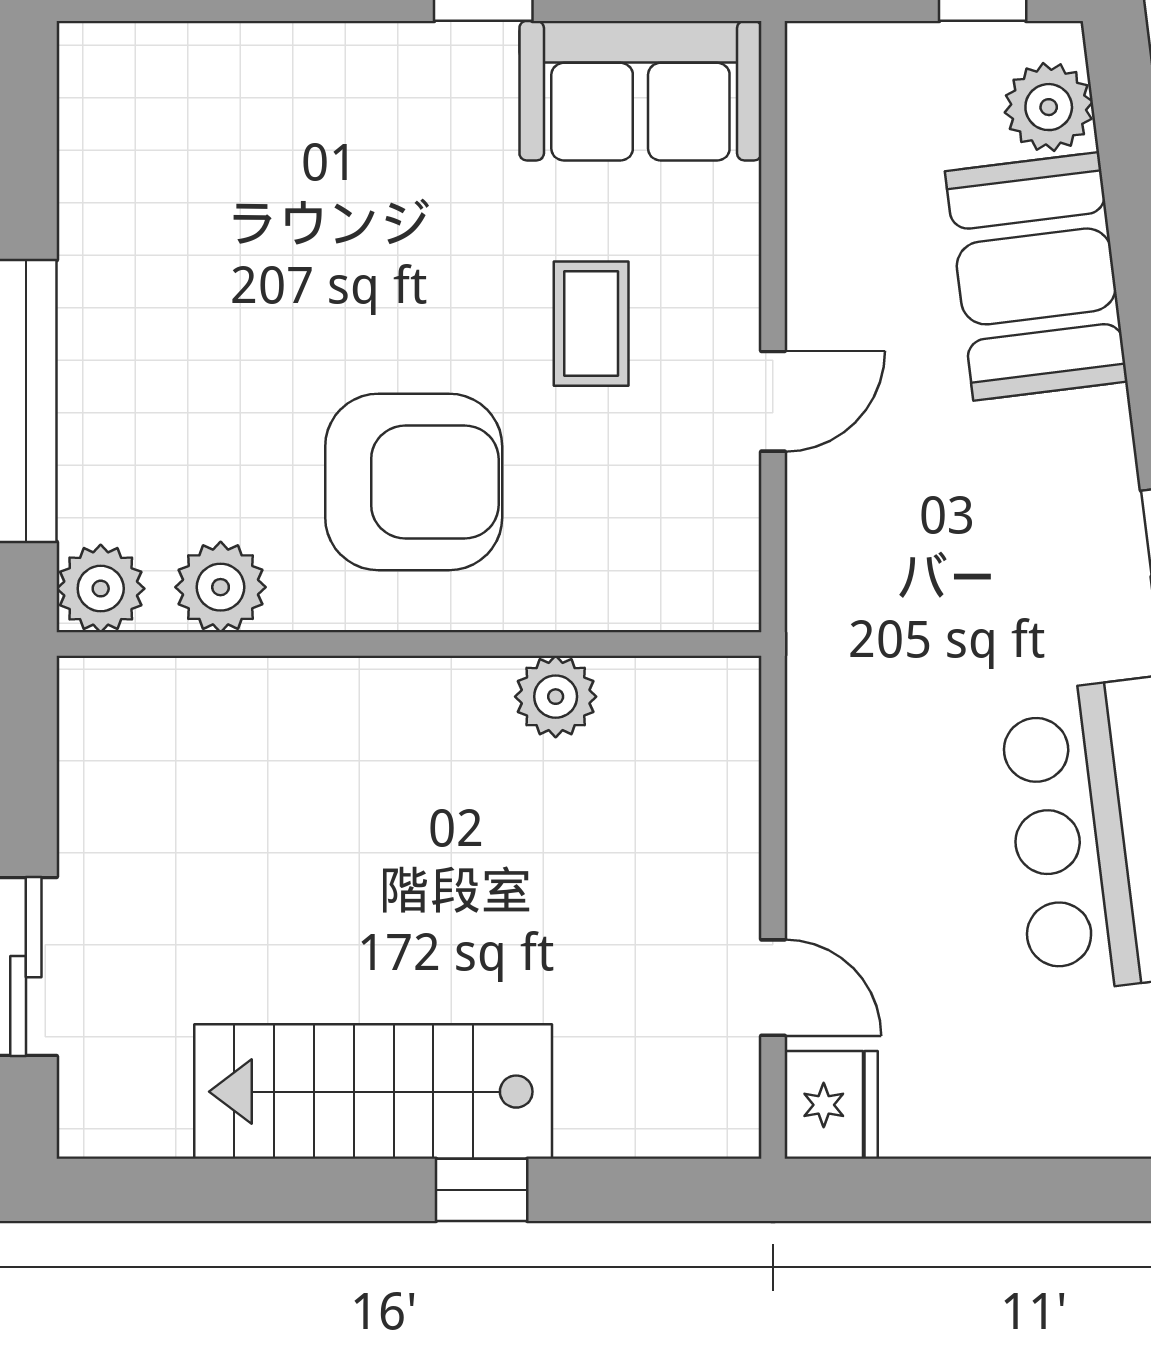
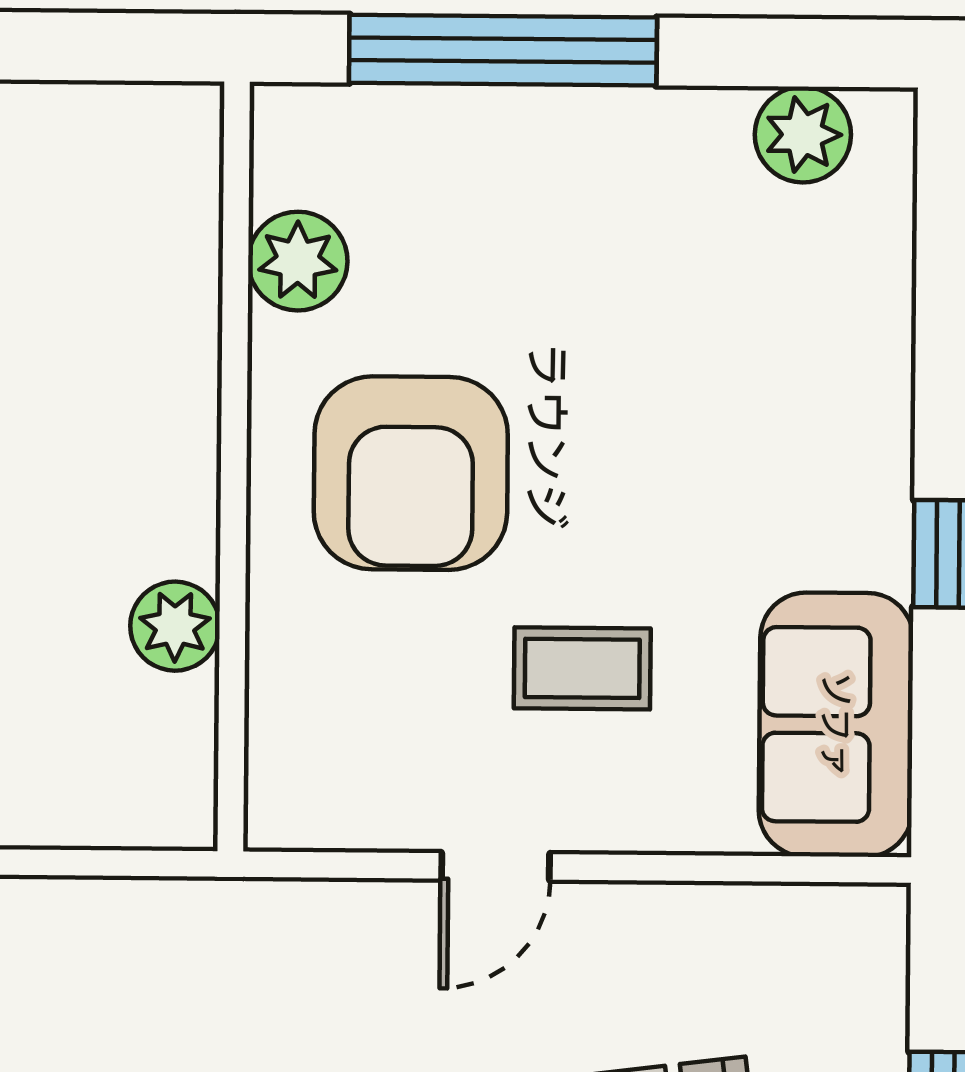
door: (773, 401) -> (496, 866), hinge flipped
plant: (101, 589) -> (803, 135), moved

